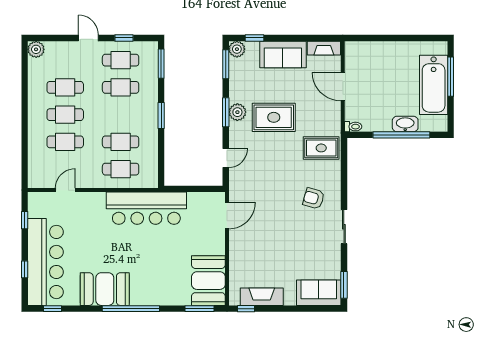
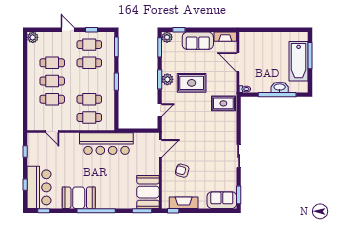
door: (65, 190) -> (52, 131), swing flipped
armchair: (314, 198) -> (182, 171), moved
bar counter: (45, 262) -> (39, 187), width x0.73

